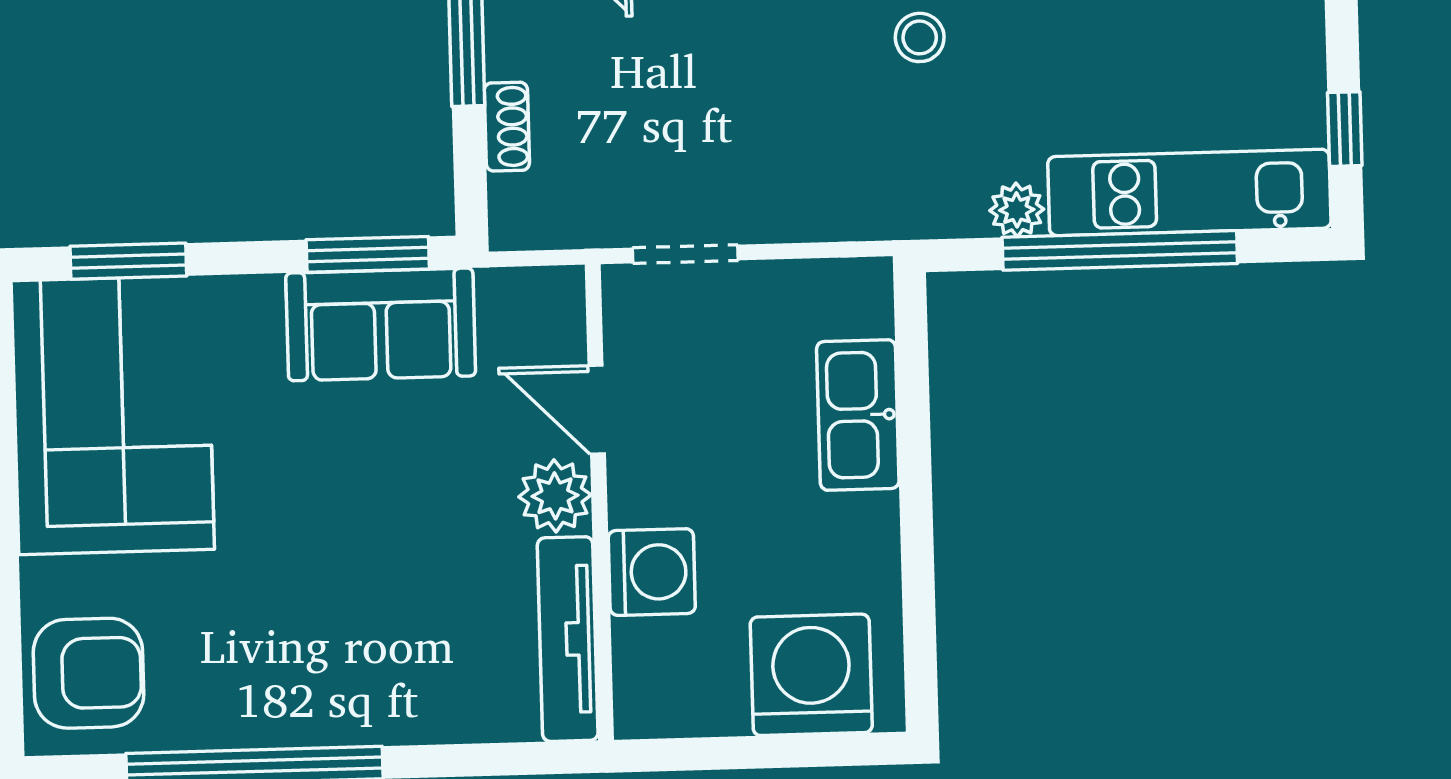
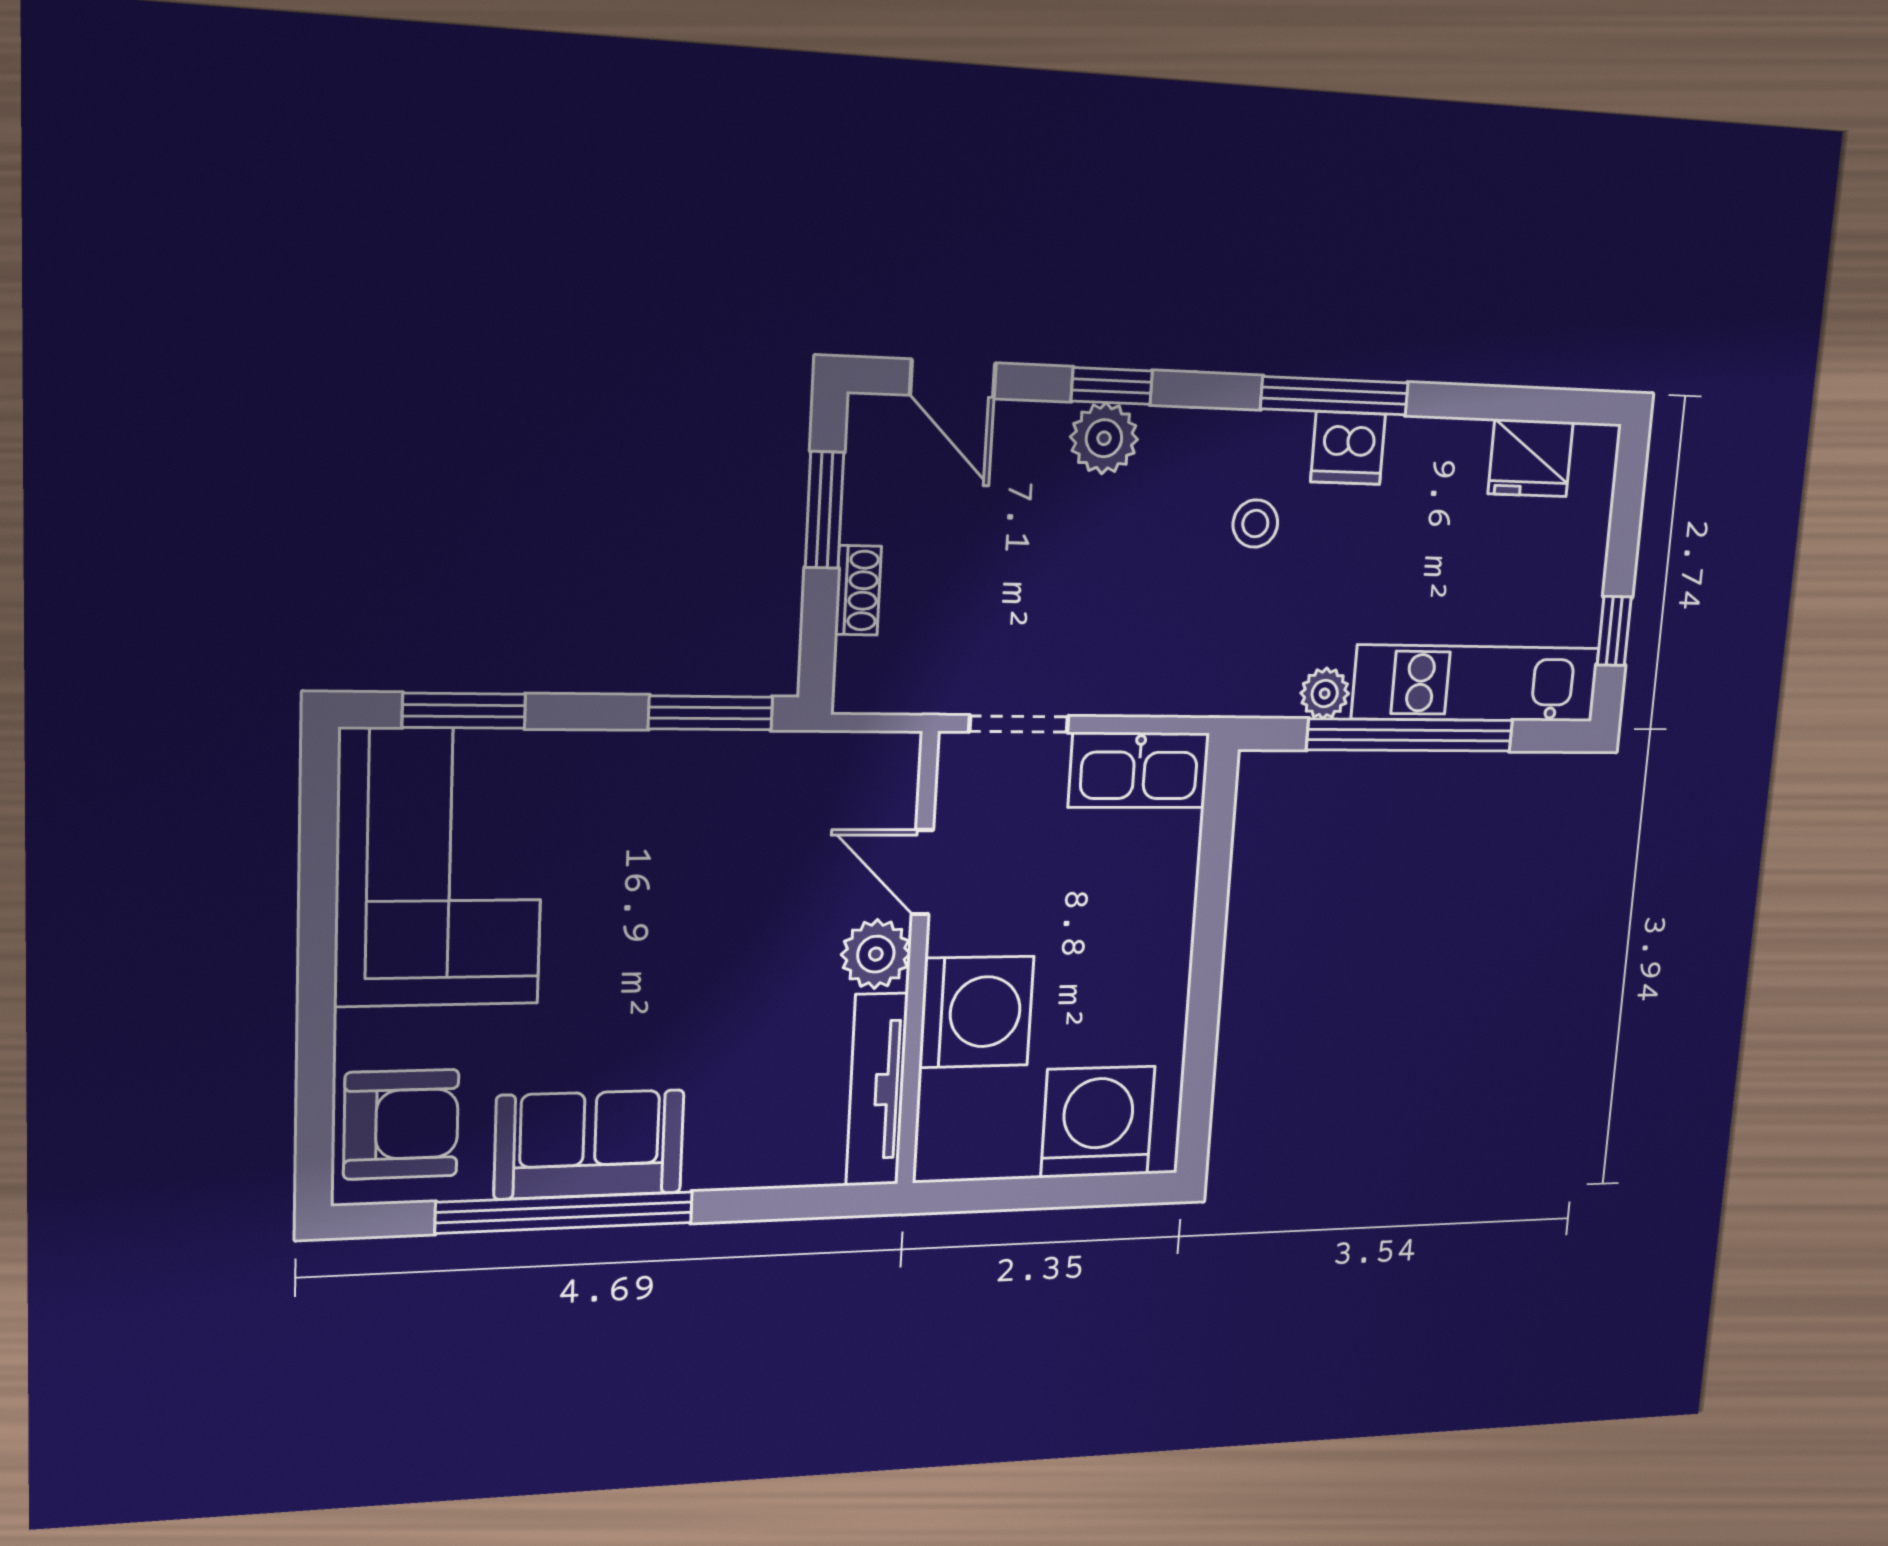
sofa: (381, 324) -> (589, 1144), moved, turned 180
kitchen sink: (858, 415) -> (1139, 770), moved, turned -90
washing machine: (652, 572) -> (976, 1012), width x1.37, depth x1.37

